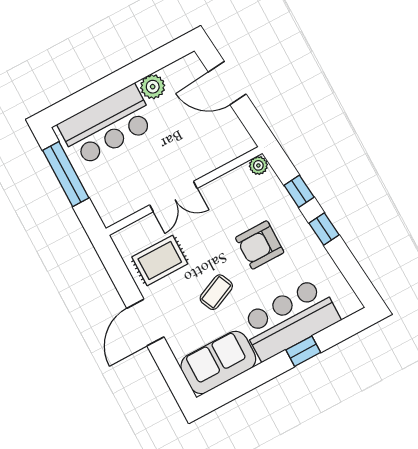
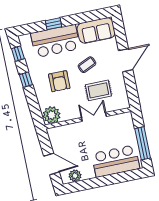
plant: (153, 87) -> (75, 176), moved
plant: (258, 165) -> (52, 115), width x1.88, depth x1.88
window: (299, 191) -> (18, 54), moved
armchair: (260, 245) -> (59, 81), turned 90
rug: (160, 260) -> (98, 90), moved

